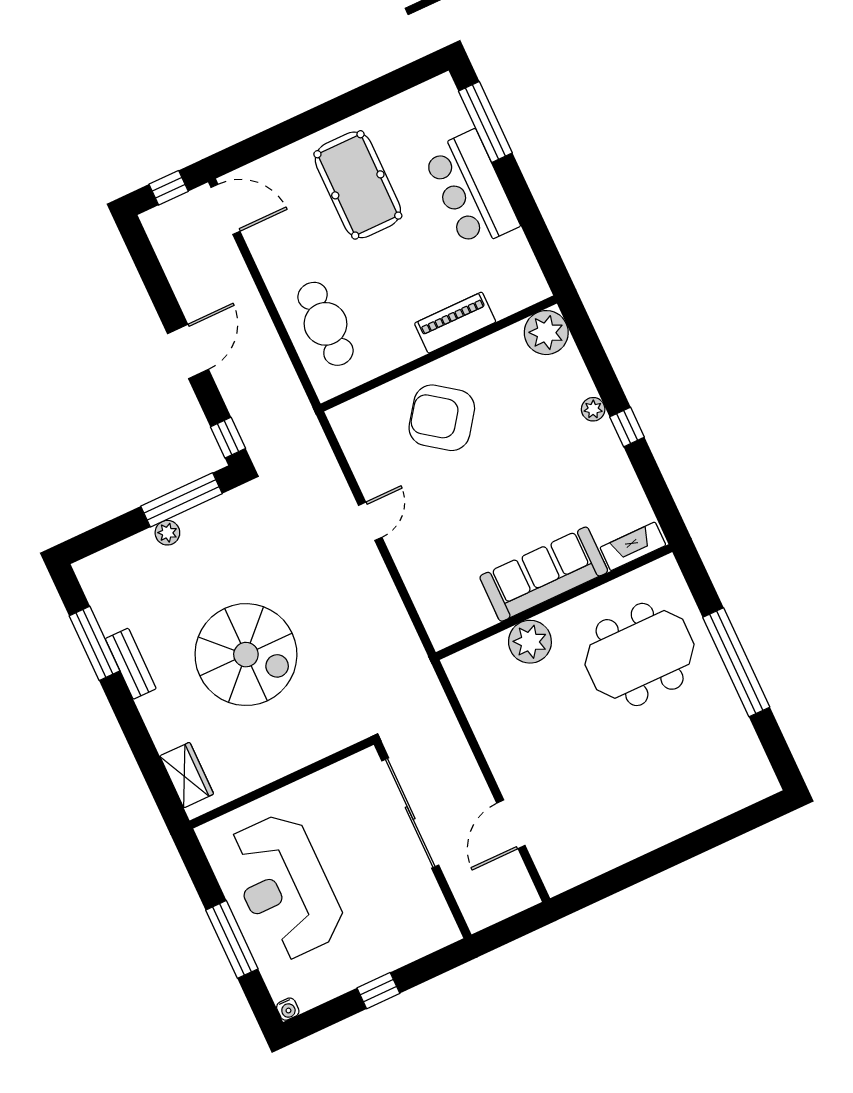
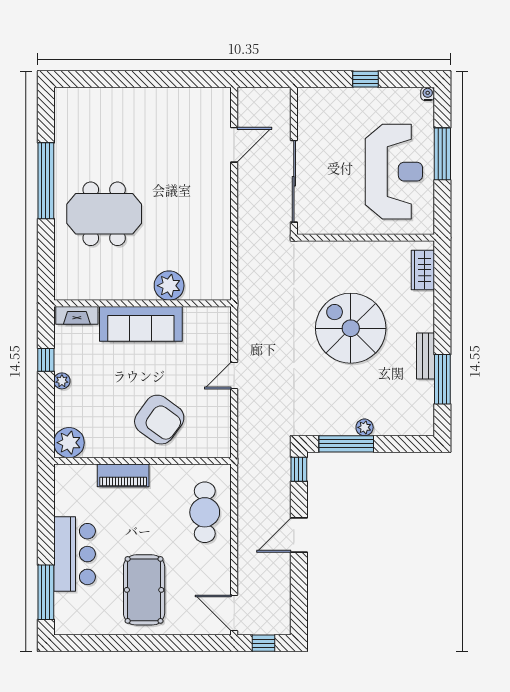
fireplace: (633, 546) -> (77, 315), moved
sofa: (544, 574) -> (141, 324), moved
wall: (554, 602) -> (142, 303), moved
plant: (530, 642) -> (169, 286), moved

